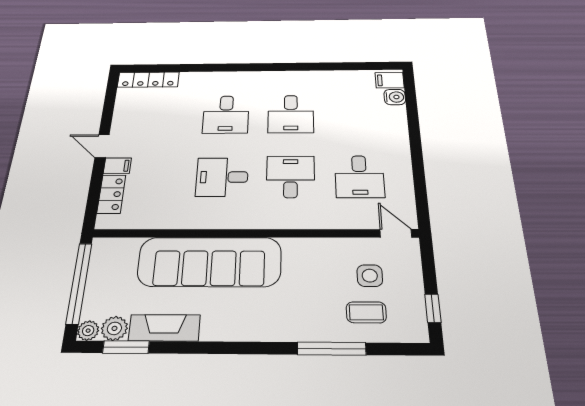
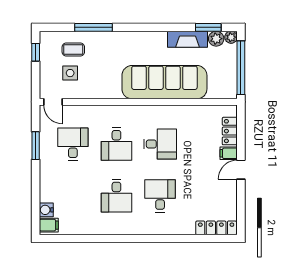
desk: (291, 114) -> (116, 196), turned 180
door: (102, 146) -> (241, 170), swing flipped
window: (419, 174) -> (36, 146), added

